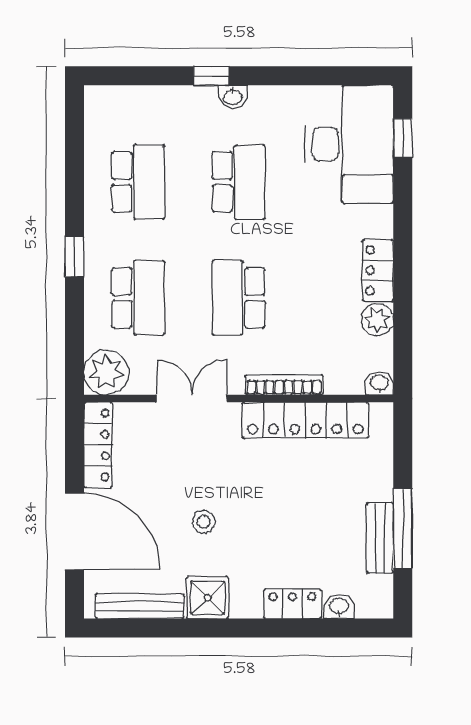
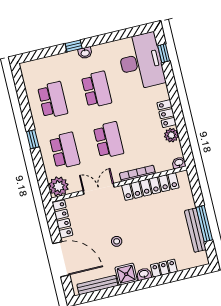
school desk: (239, 298) -> (109, 140), turned 180
bench: (380, 538) -> (195, 230), width x1.36
washbasin: (339, 606) -> (144, 274), moved

